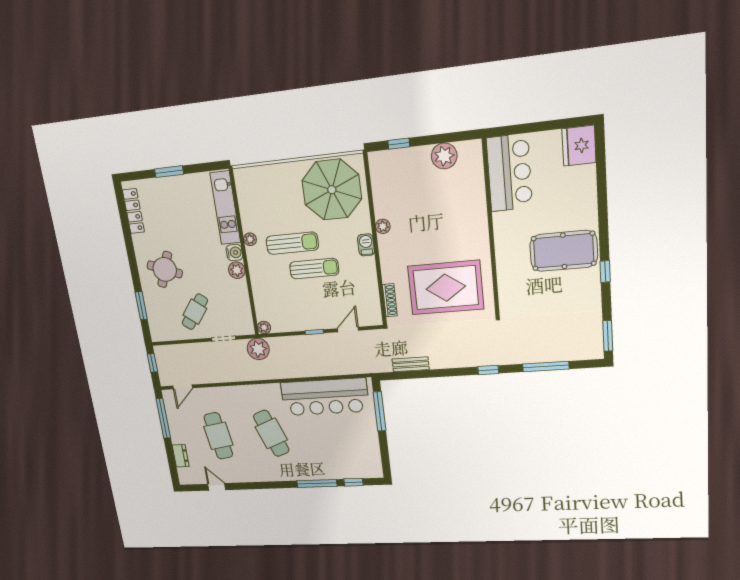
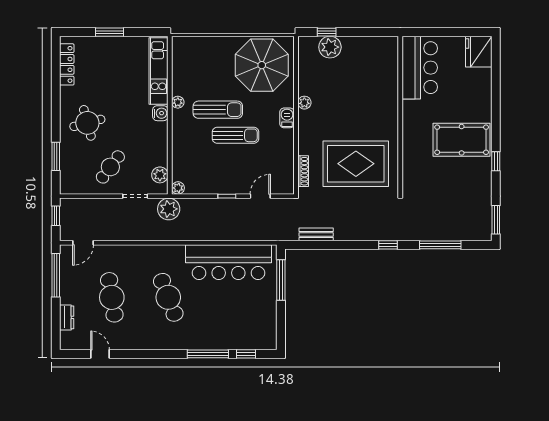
plant: (444, 156) -> (330, 47), moved
round table: (165, 269) -> (87, 123), turned -36
plant: (237, 270) -> (160, 175), moved

